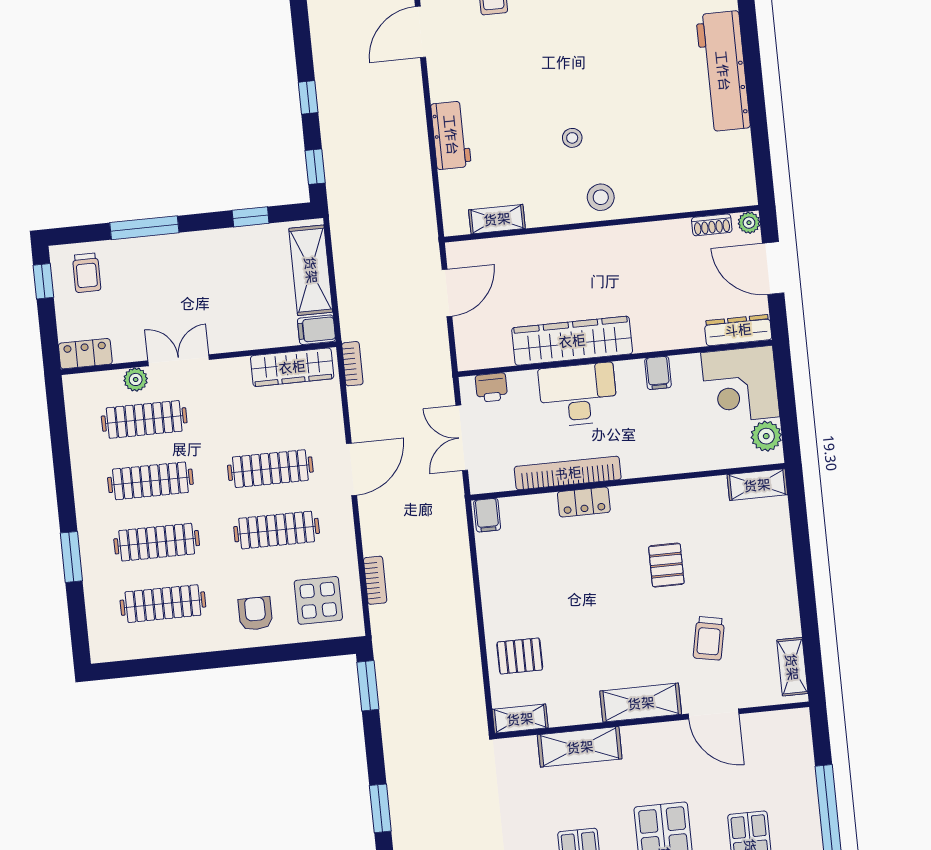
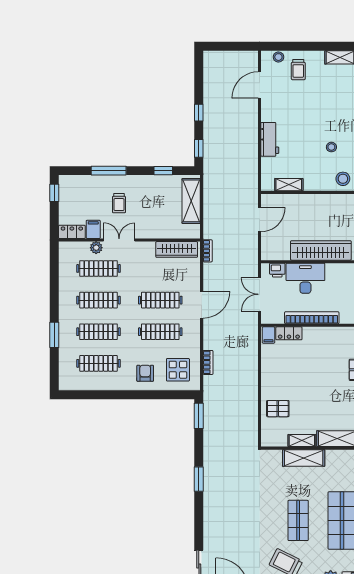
trolley: (87, 273) -> (119, 203), moved
filing cabinet: (316, 330) -> (93, 229), moved, turned 90
desk: (578, 395) -> (305, 278), moved
locker: (584, 502) -> (289, 333), moved
shelving: (520, 719) -> (302, 441), moved

